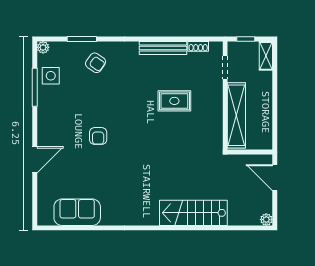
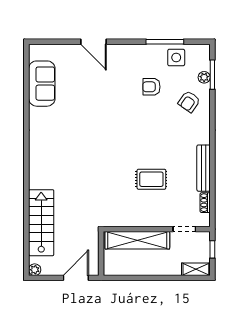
window: (82, 39) -> (212, 75), moved
plant: (43, 47) -> (204, 77), moved
rug: (174, 101) -> (151, 179), turned 90
armchair: (98, 136) -> (151, 87), moved
stairs: (193, 213) -> (41, 223), moved

